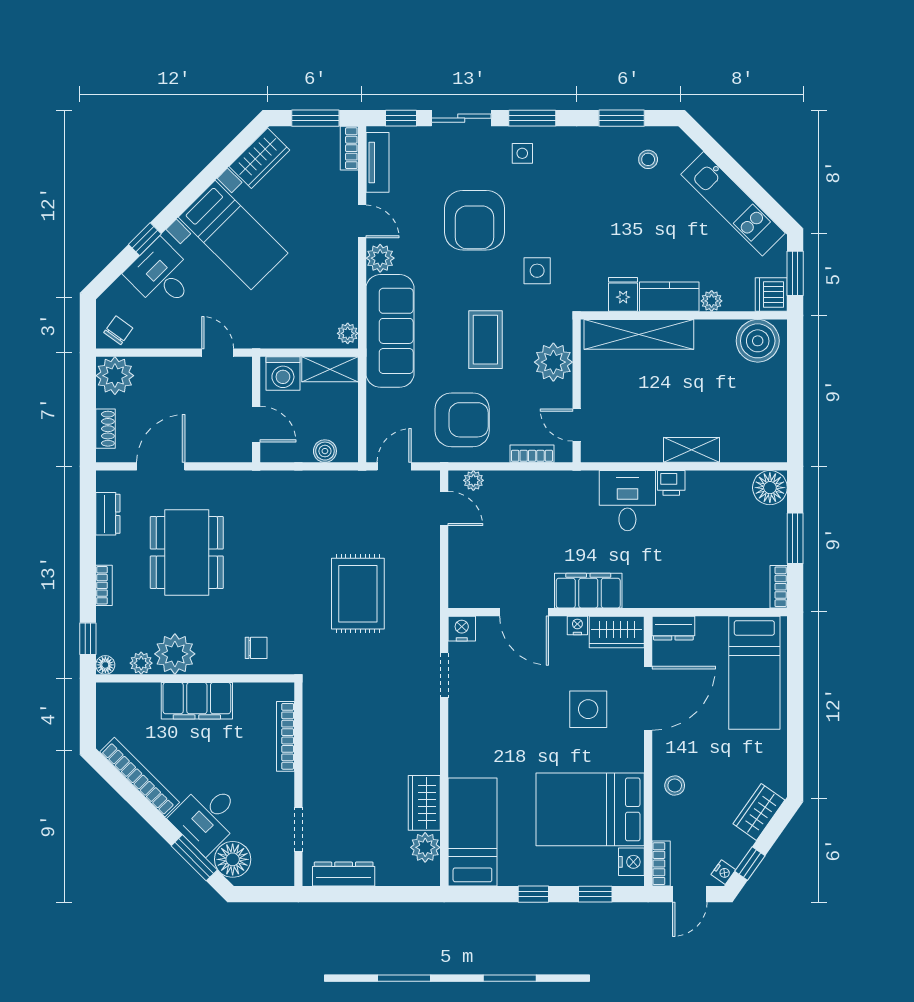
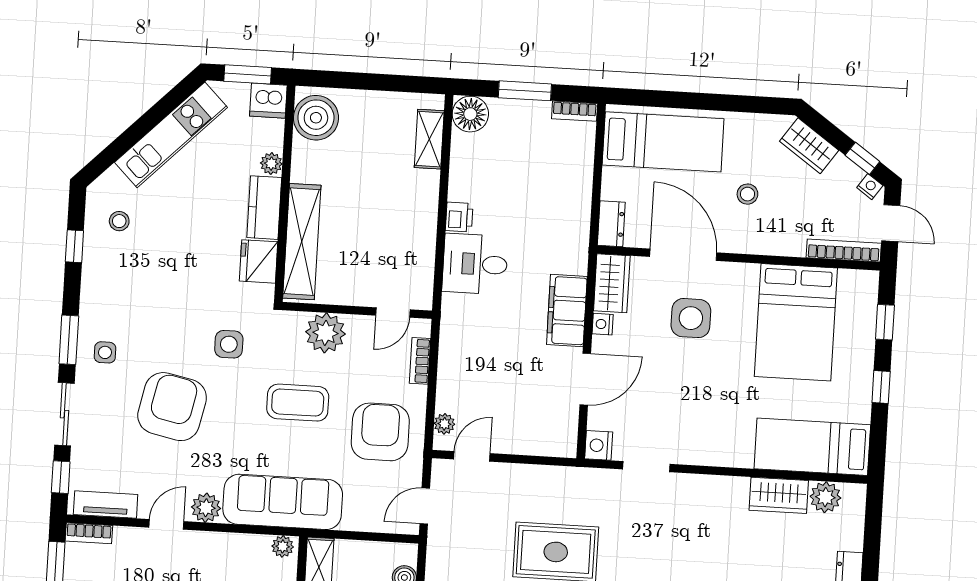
window: (622, 118) -> (74, 246), width x0.67
armchair: (475, 220) -> (172, 407), turned -78
fridge: (623, 294) -> (259, 261), width x1.38
shelving: (692, 450) -> (429, 139), moved
door: (394, 466) -> (425, 506), hinge flipped
stool: (675, 785) -> (747, 194), moved
nightstand: (631, 862) -> (853, 282), removed
bookcase: (661, 864) -> (844, 251), width x1.56

